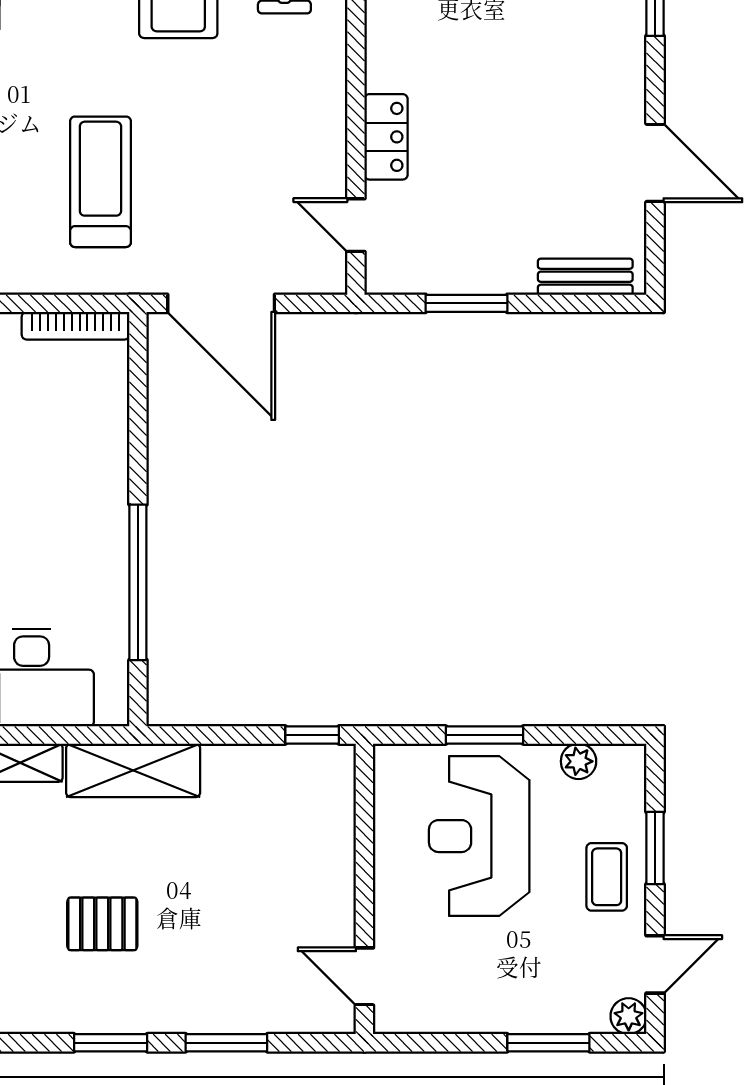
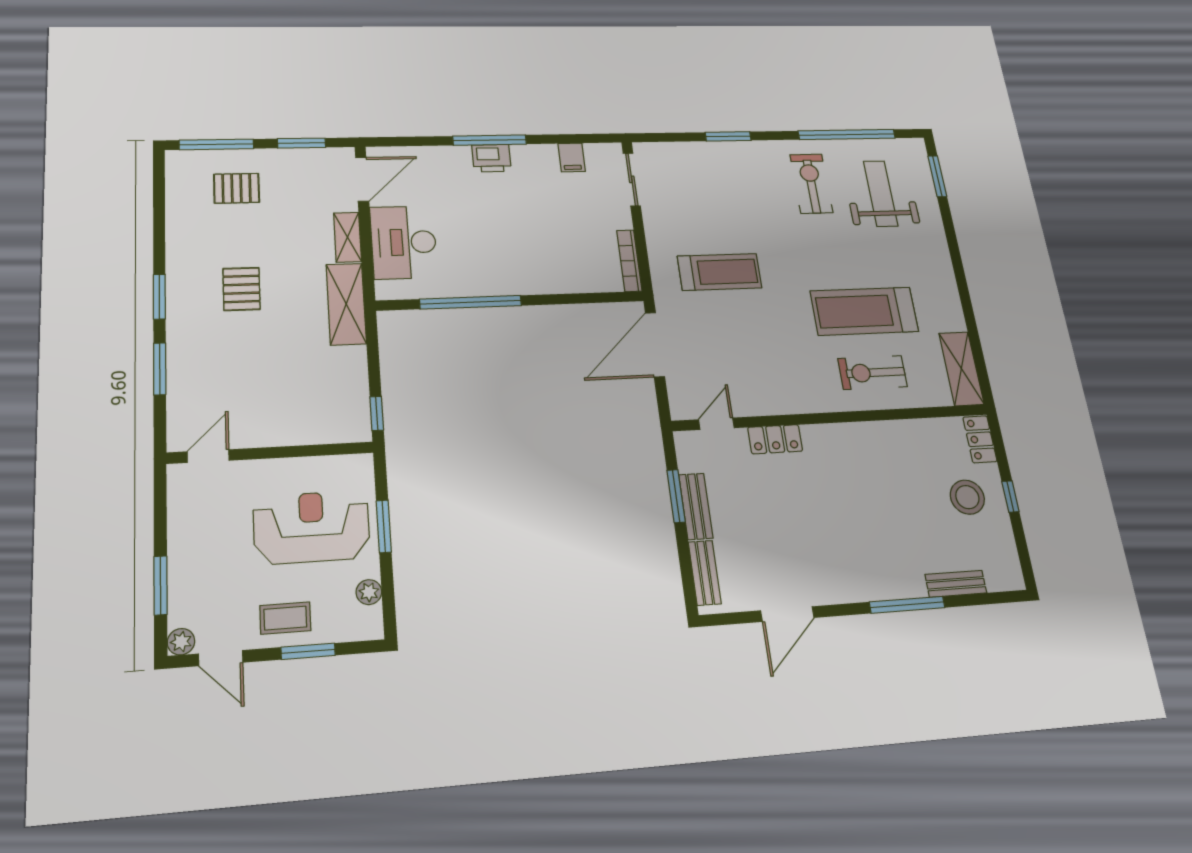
bench: (484, 276) -> (696, 506), added

